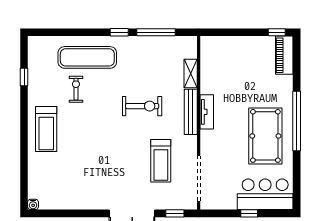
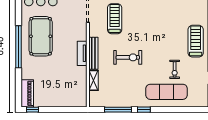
exercise bike: (142, 106) -> (128, 57), turned 180

